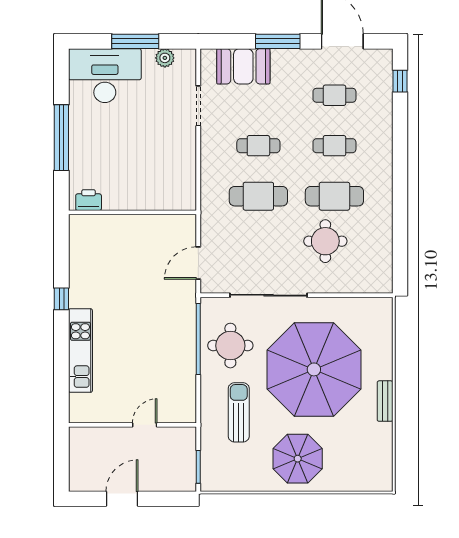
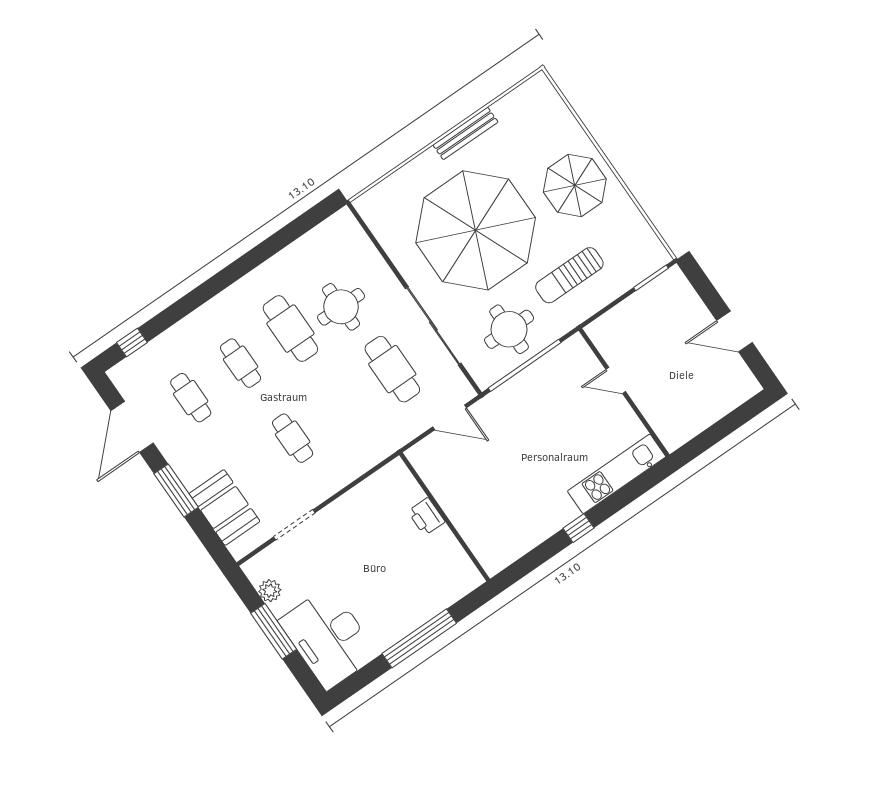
cafe table: (258, 196) -> (392, 369), moved
printer: (89, 200) -> (426, 517), moved
bench: (385, 401) -> (465, 133), width x1.36
wall: (133, 425) -> (624, 393), moved
door: (145, 425) -> (616, 380), moved

